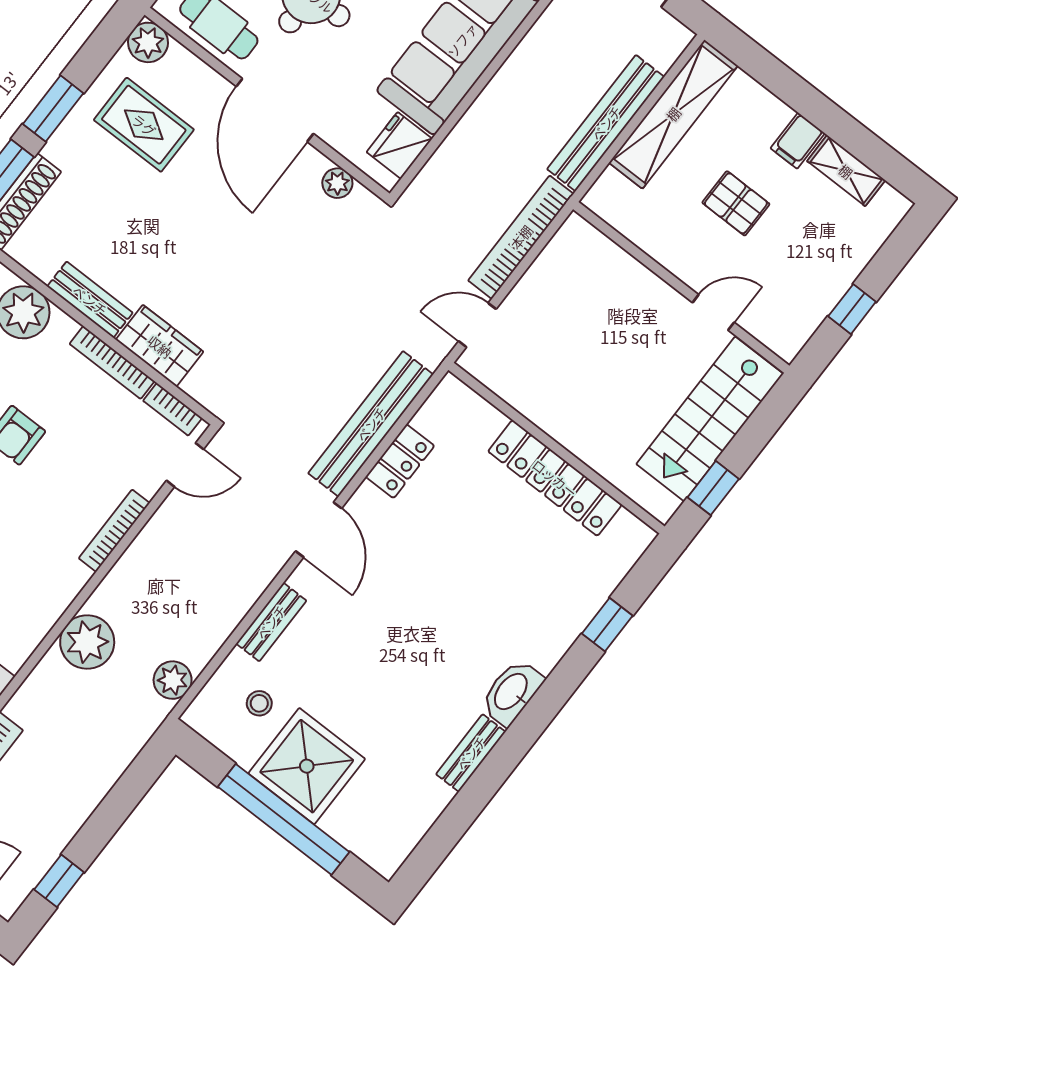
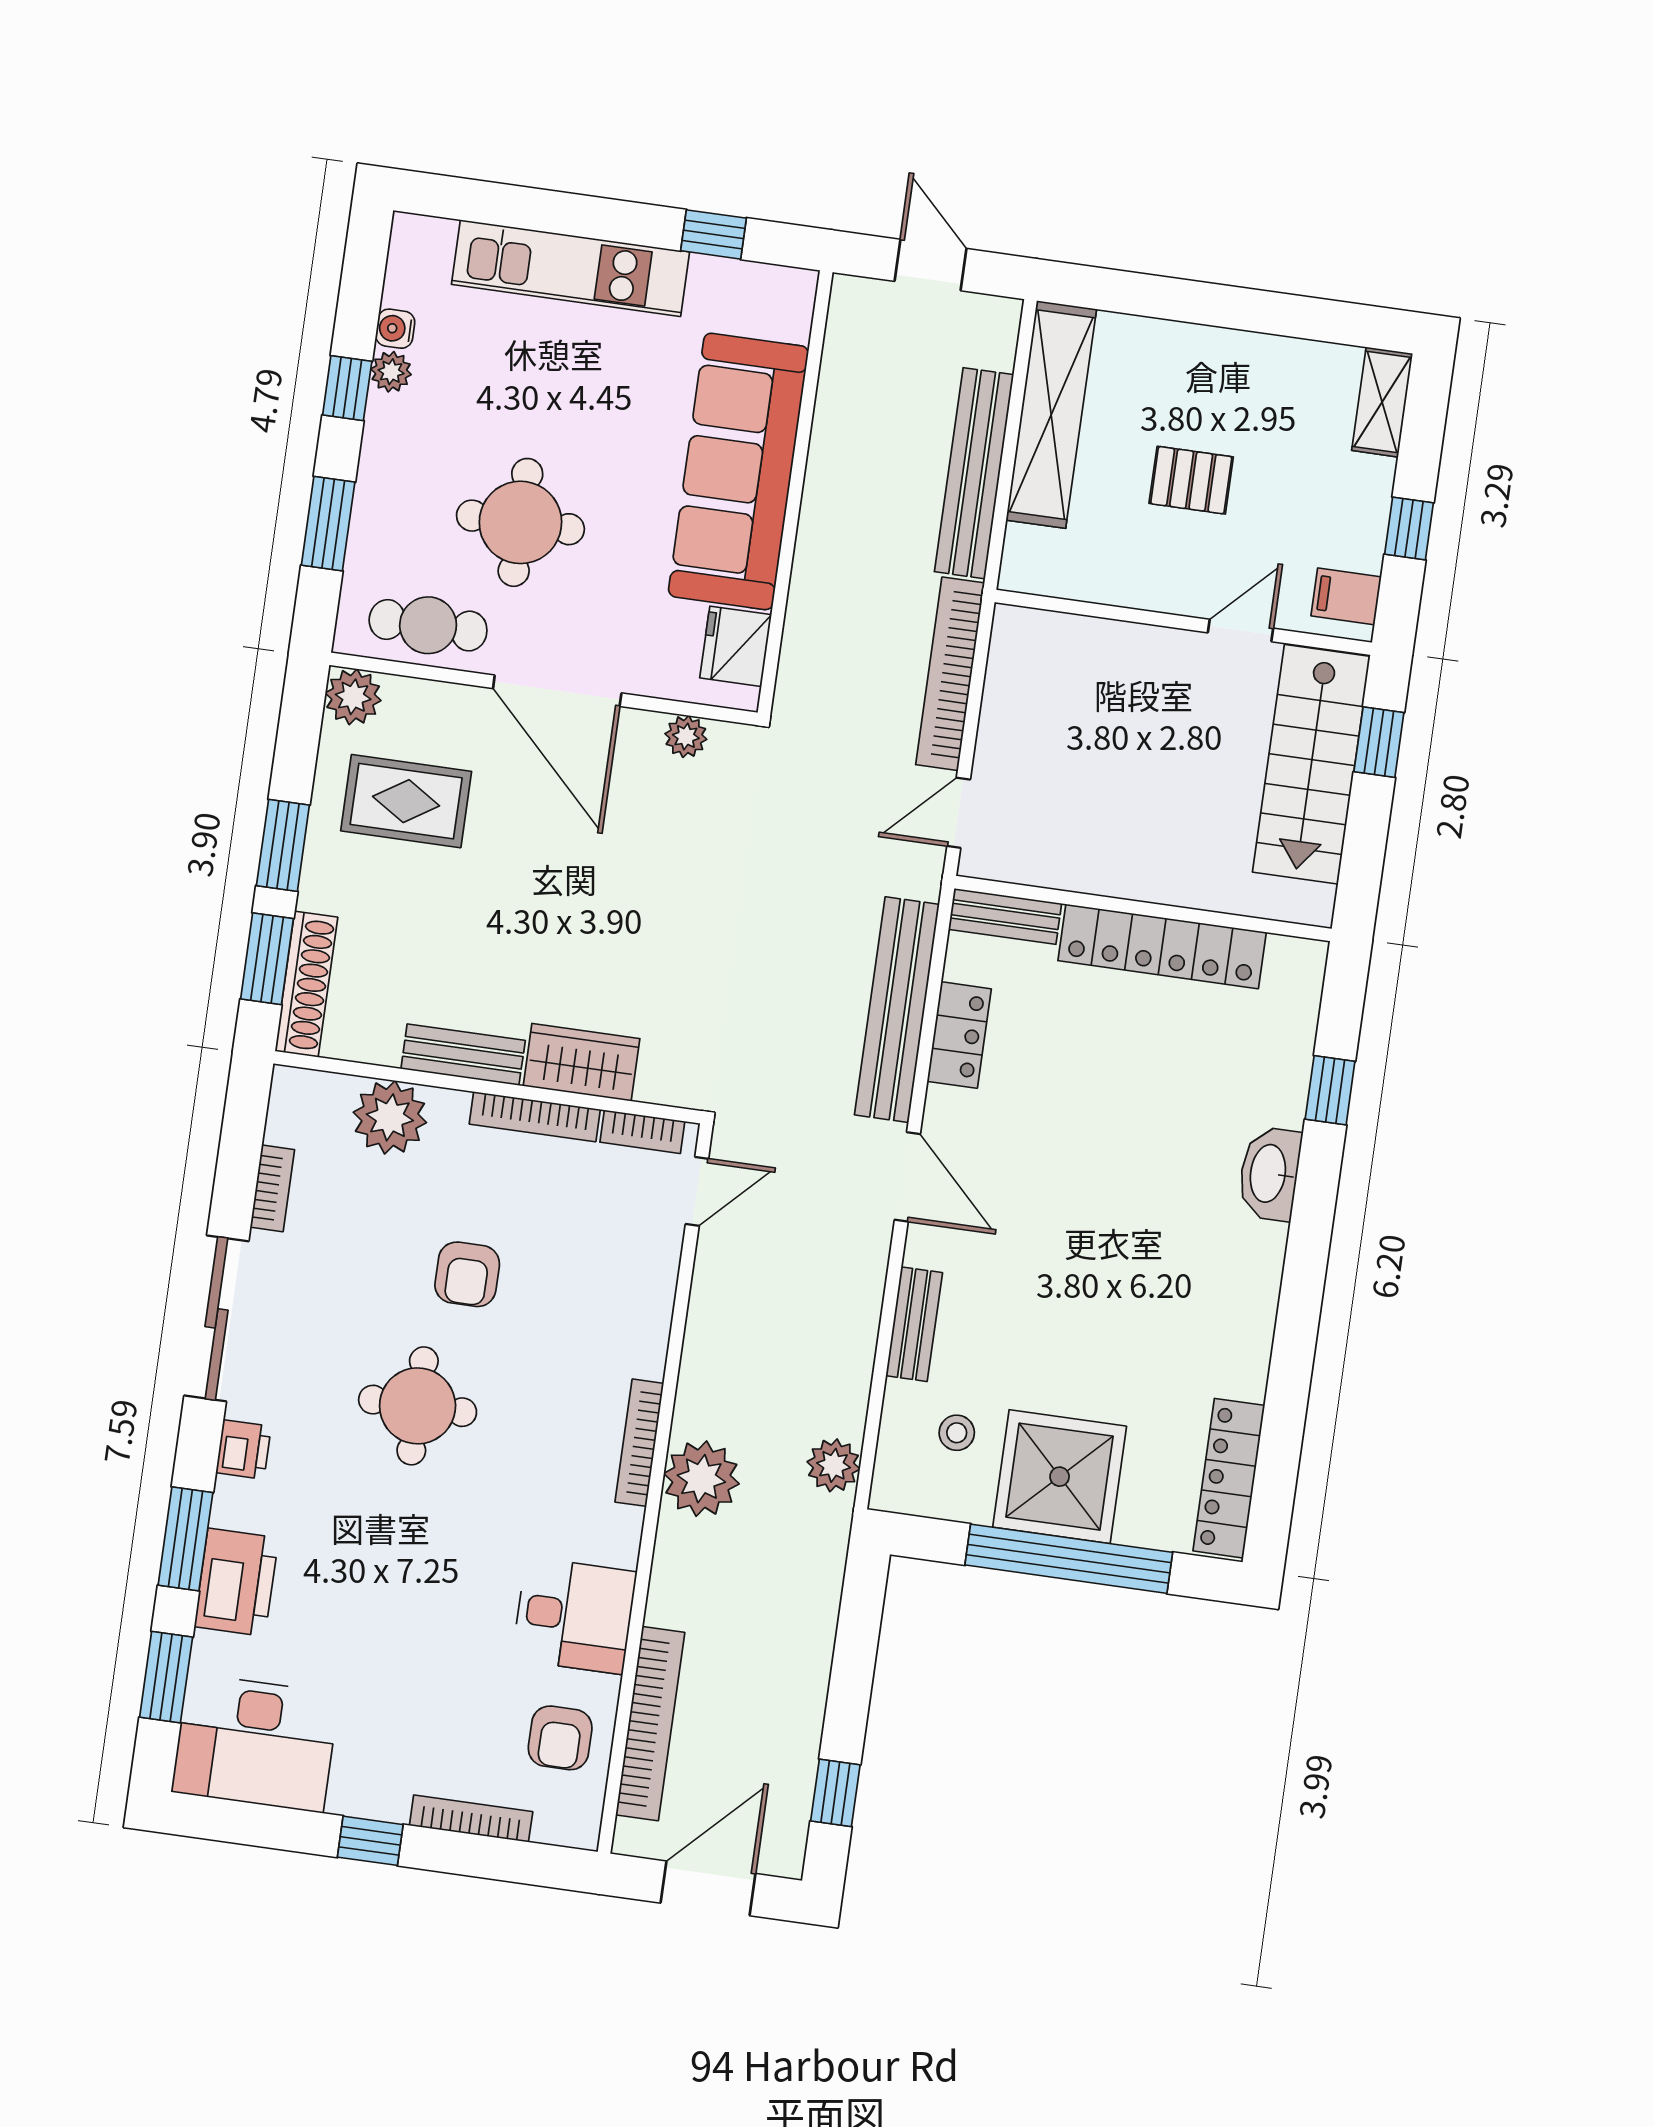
filing cabinet: (798, 141) -> (1346, 596), moved, turned 90
shelving: (846, 171) -> (1382, 402), moved, turned 90
window: (713, 488) -> (1379, 742), moved
bookcase: (114, 531) -> (639, 1443), moved
washbasin: (512, 692) -> (1269, 1174), moved
bench: (471, 753) -> (1005, 916), moved, turned 90
locker: (410, 826) -> (1229, 1478), added

